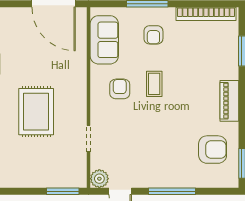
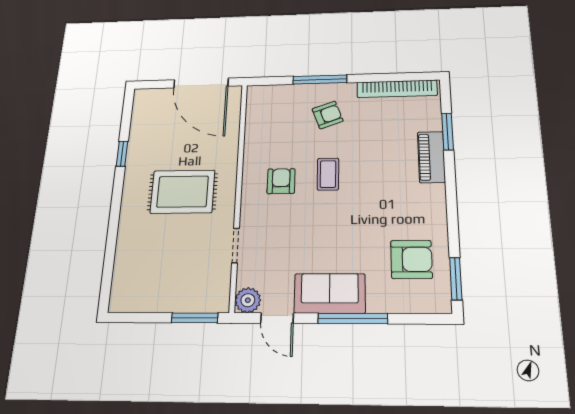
armchair: (153, 35) -> (328, 115), turned -110
sofa: (104, 40) -> (330, 293), moved, turned -90
piano: (229, 101) -> (431, 157), moved
rug: (36, 112) -> (183, 192), moved, turned 90

